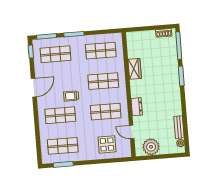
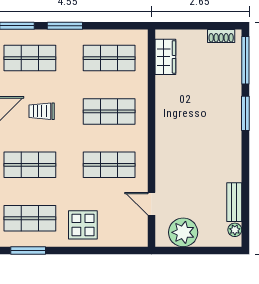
wardrobe: (135, 69) -> (165, 57), moved
trolley: (71, 96) -> (42, 111), moved
dresser: (137, 107) -> (164, 161), removed
display table: (107, 144) -> (83, 225), moved

